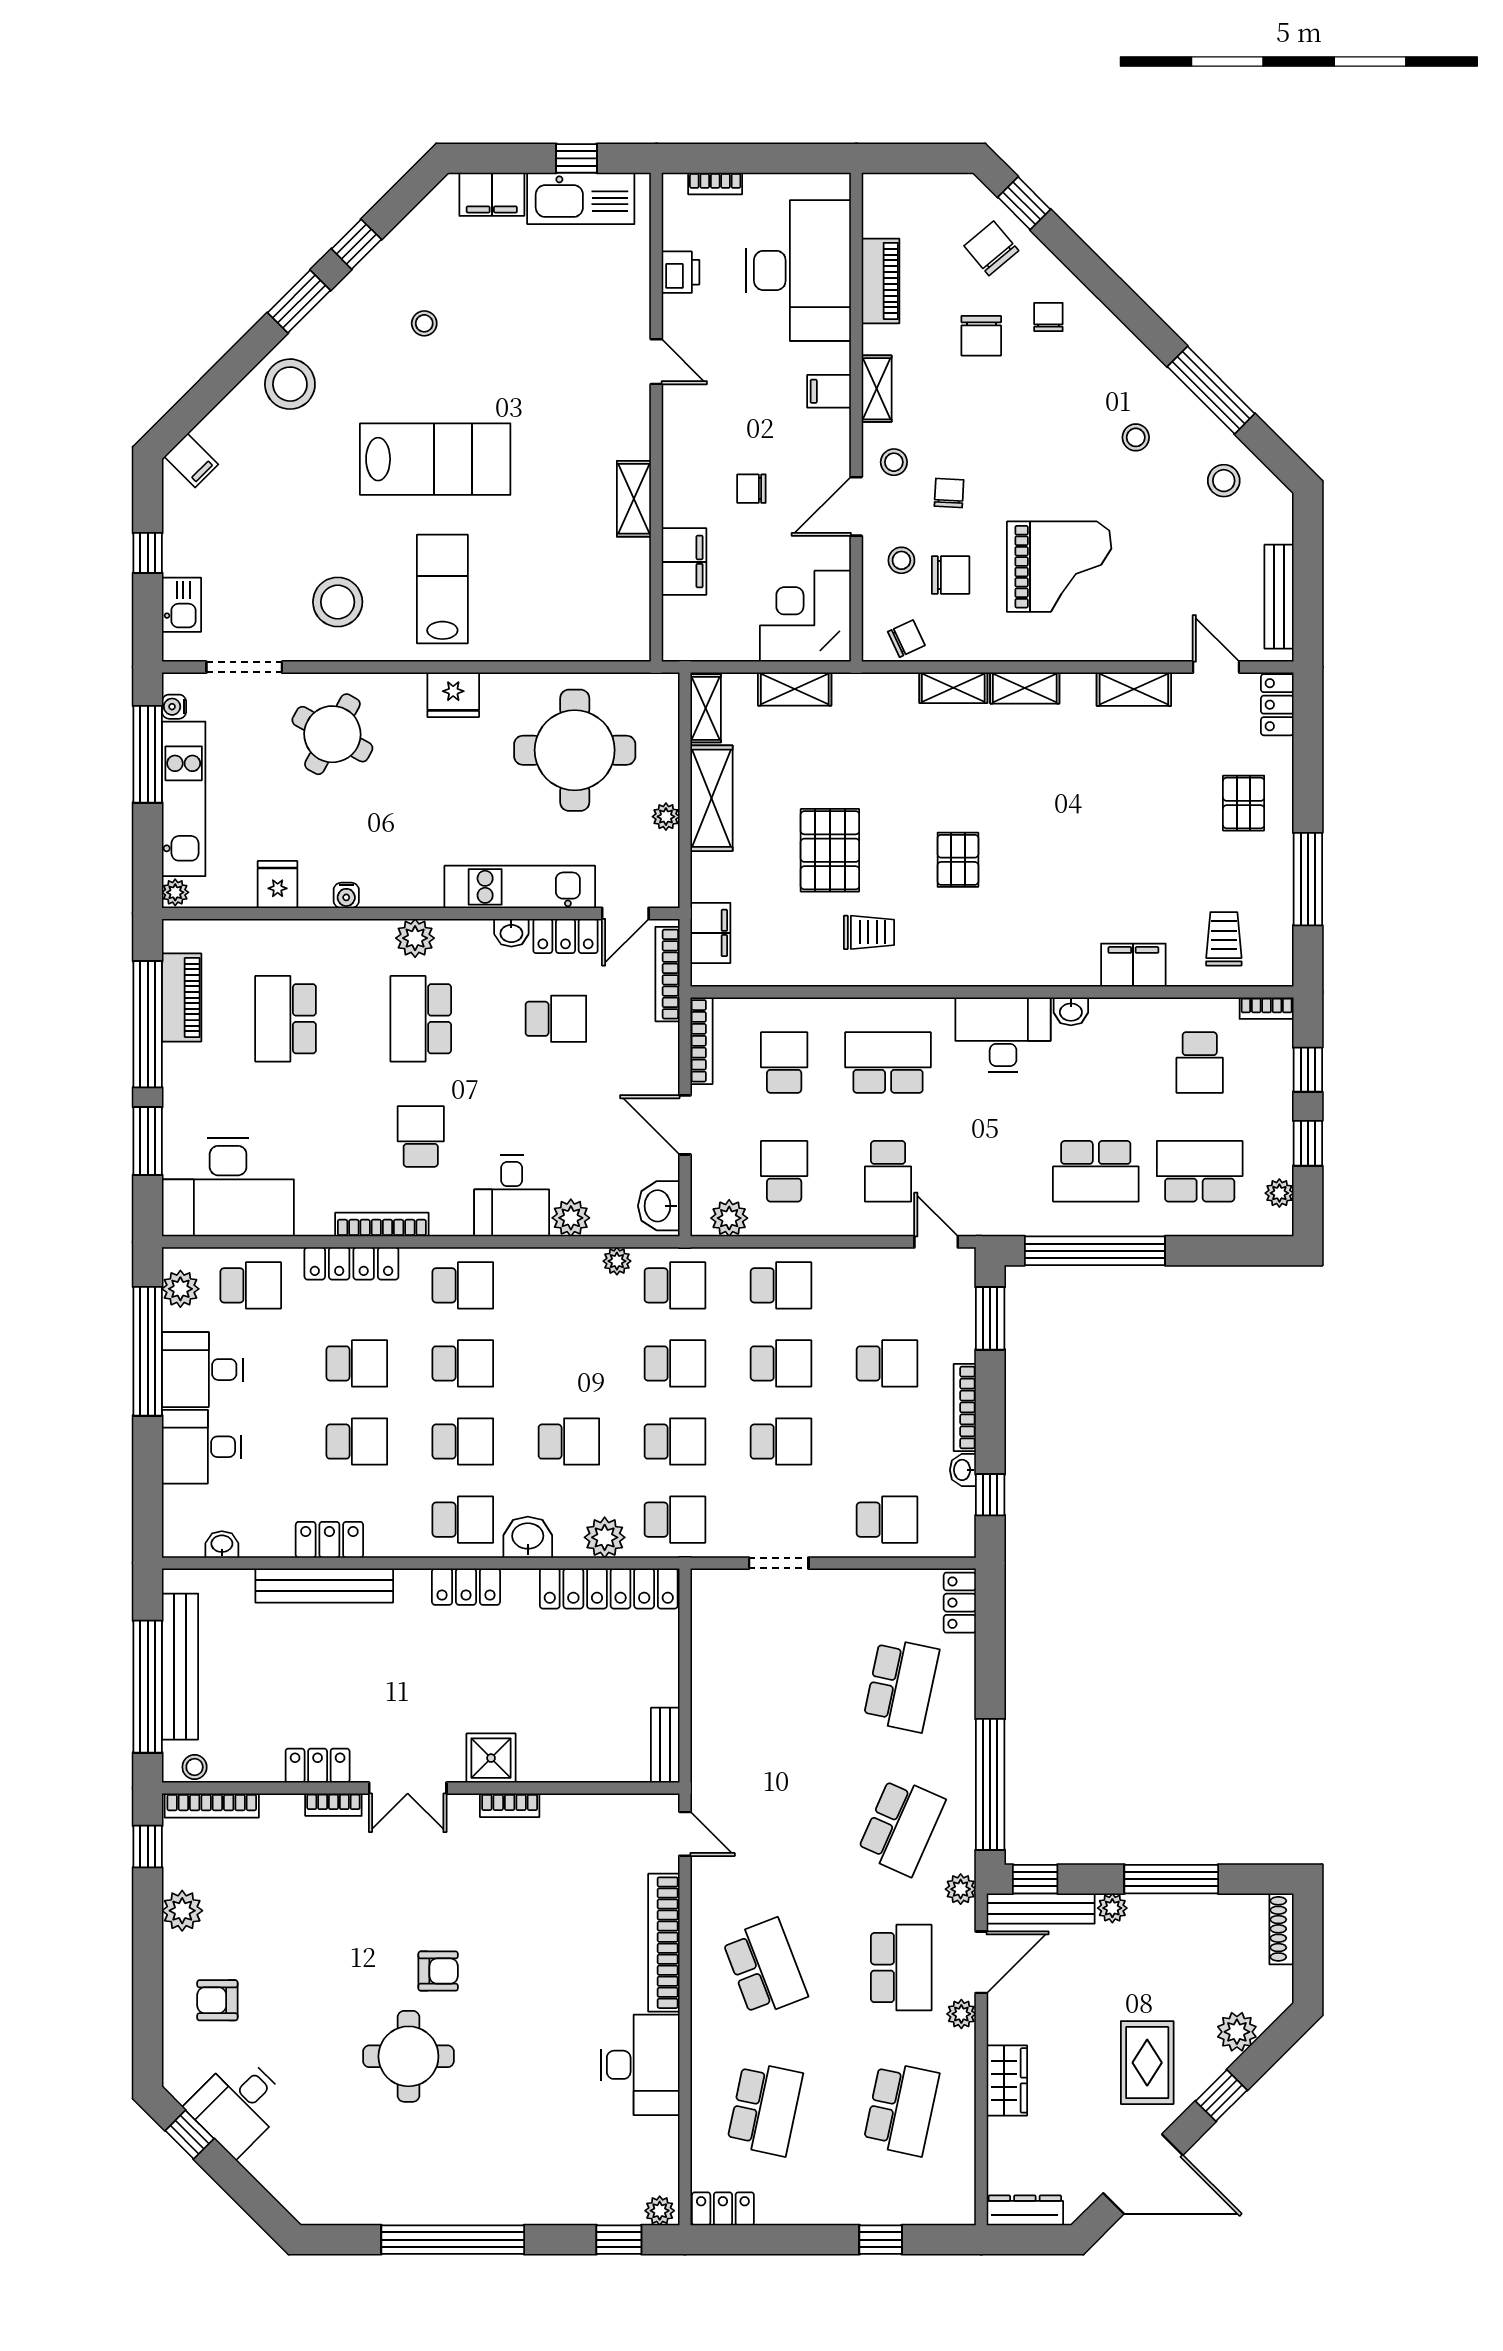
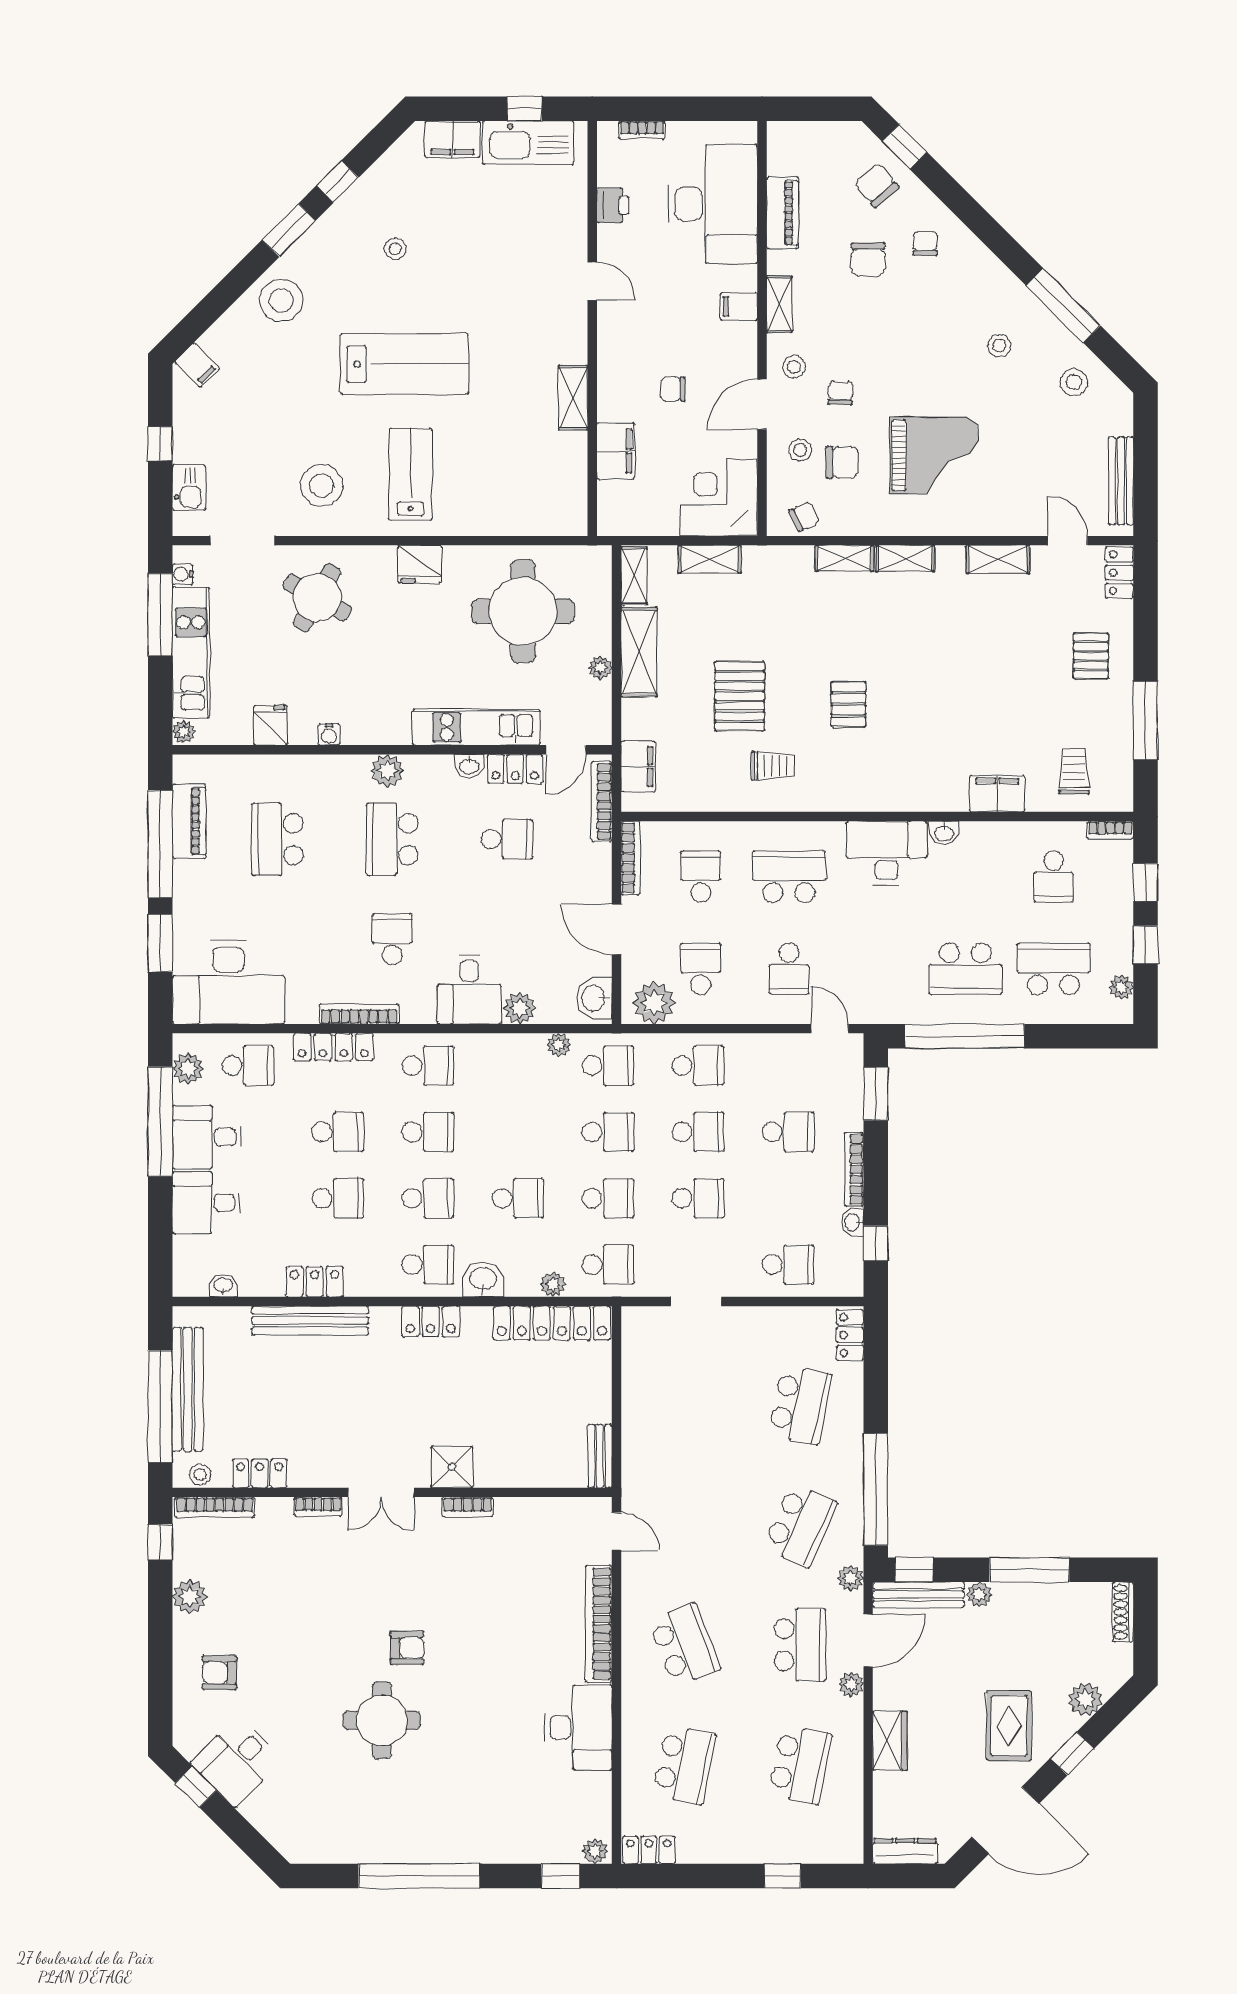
plant: (729, 1218) -> (654, 1003), width x1.36, depth x1.36
plant: (605, 1537) -> (553, 1284), width x0.73, depth x0.73
locker: (318, 1766) -> (260, 1473), moved

